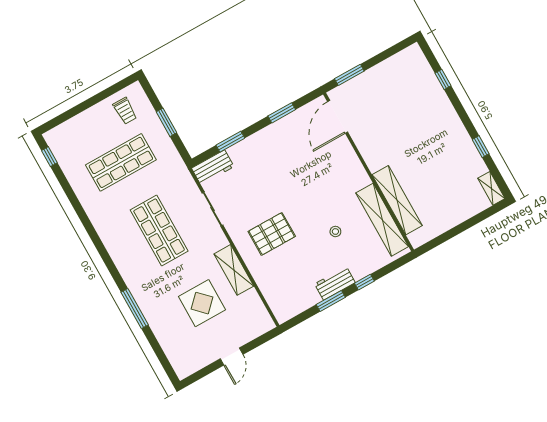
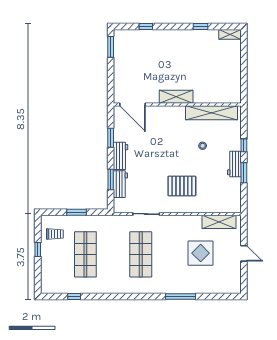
window: (349, 75) -> (111, 47), moved
window: (94, 100) -> (38, 249), added
workbench: (266, 138) -> (121, 156), added
window: (49, 157) -> (74, 297), moved
workbench: (213, 167) -> (120, 184), moved
shelving: (397, 200) -> (176, 97), moved, width x0.68
shop shelf: (159, 231) -> (141, 254), turned 90
pallet: (272, 234) -> (182, 186), turned 90
shelving: (234, 270) -> (219, 222), moved

